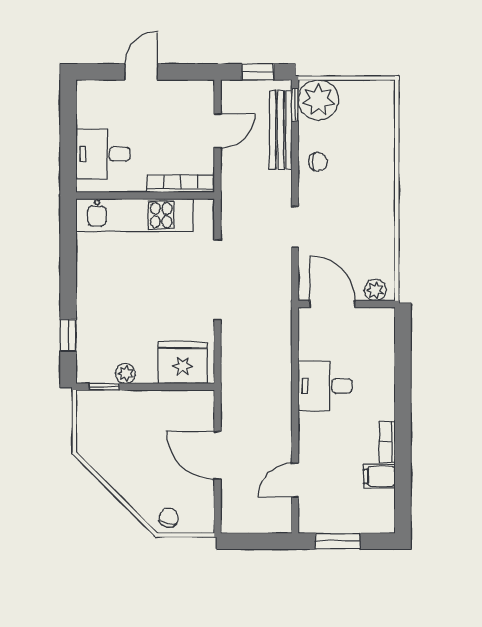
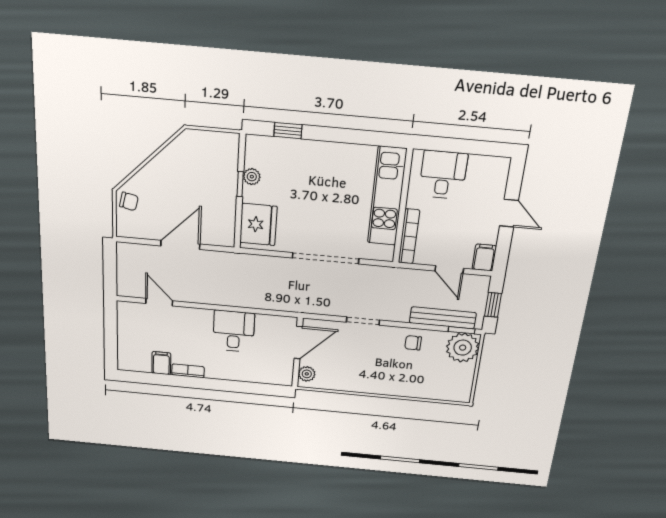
filing cabinet: (198, 92) -> (484, 257), added
chair: (318, 162) -> (413, 343), turned 90
window: (104, 387) -> (240, 184), moved
window: (338, 541) -> (111, 329), removed

